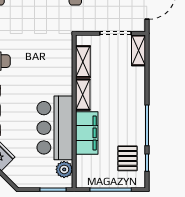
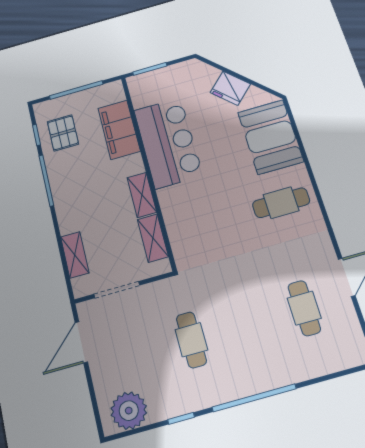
shelving: (139, 50) -> (75, 255), moved
filing cabinet: (87, 133) -> (119, 130), moved
plant: (64, 169) -> (142, 96), removed

